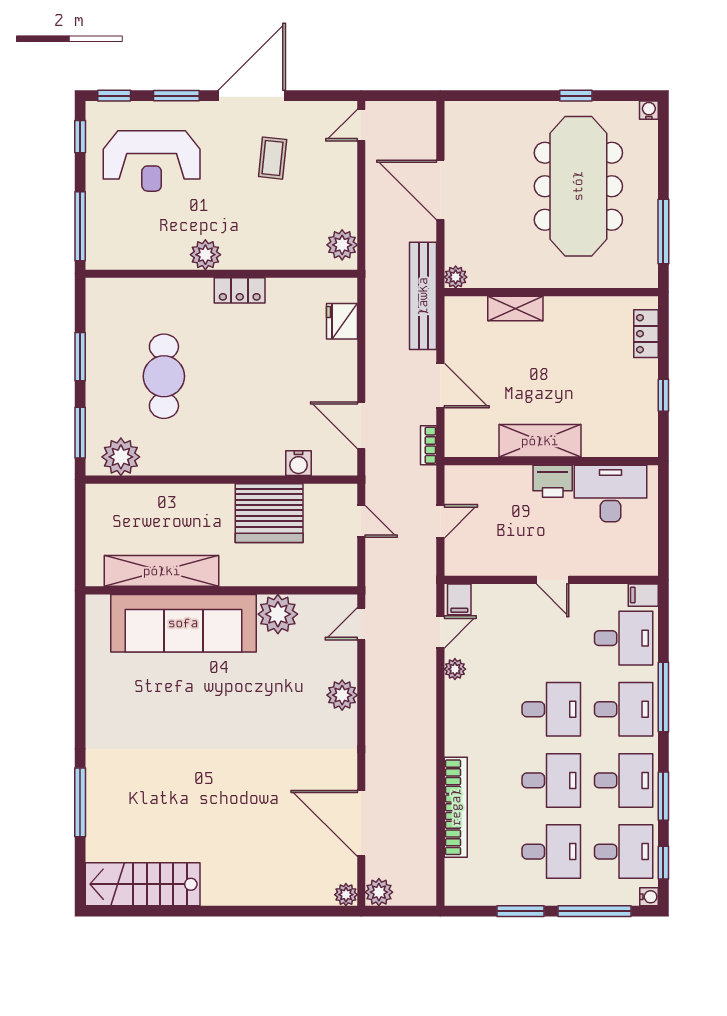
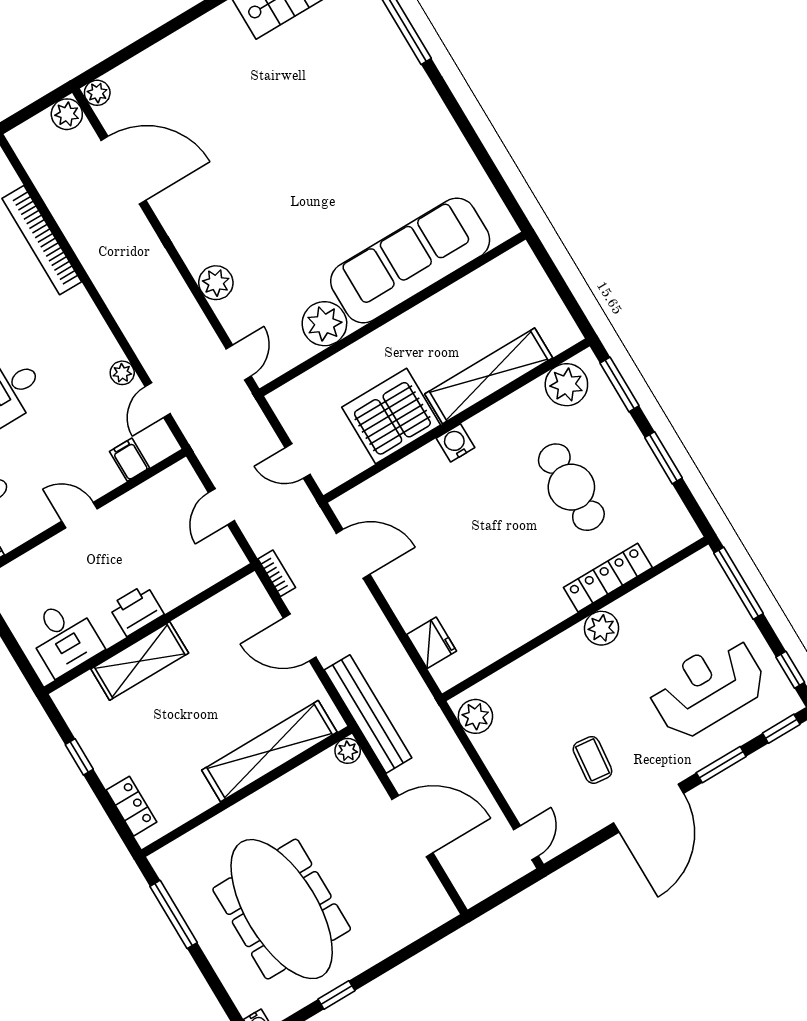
locker: (240, 290) -> (608, 578), moved, width x1.53
shelving: (515, 309) -> (269, 751), width x2.20, depth x1.33
shelving: (540, 441) -> (140, 661), moved
water cooler: (298, 463) -> (455, 443), moved
desk: (611, 493) -> (64, 637), width x0.73
shelving: (162, 571) -> (489, 376), moved
filing cabinet: (459, 599) -> (130, 460), moved

